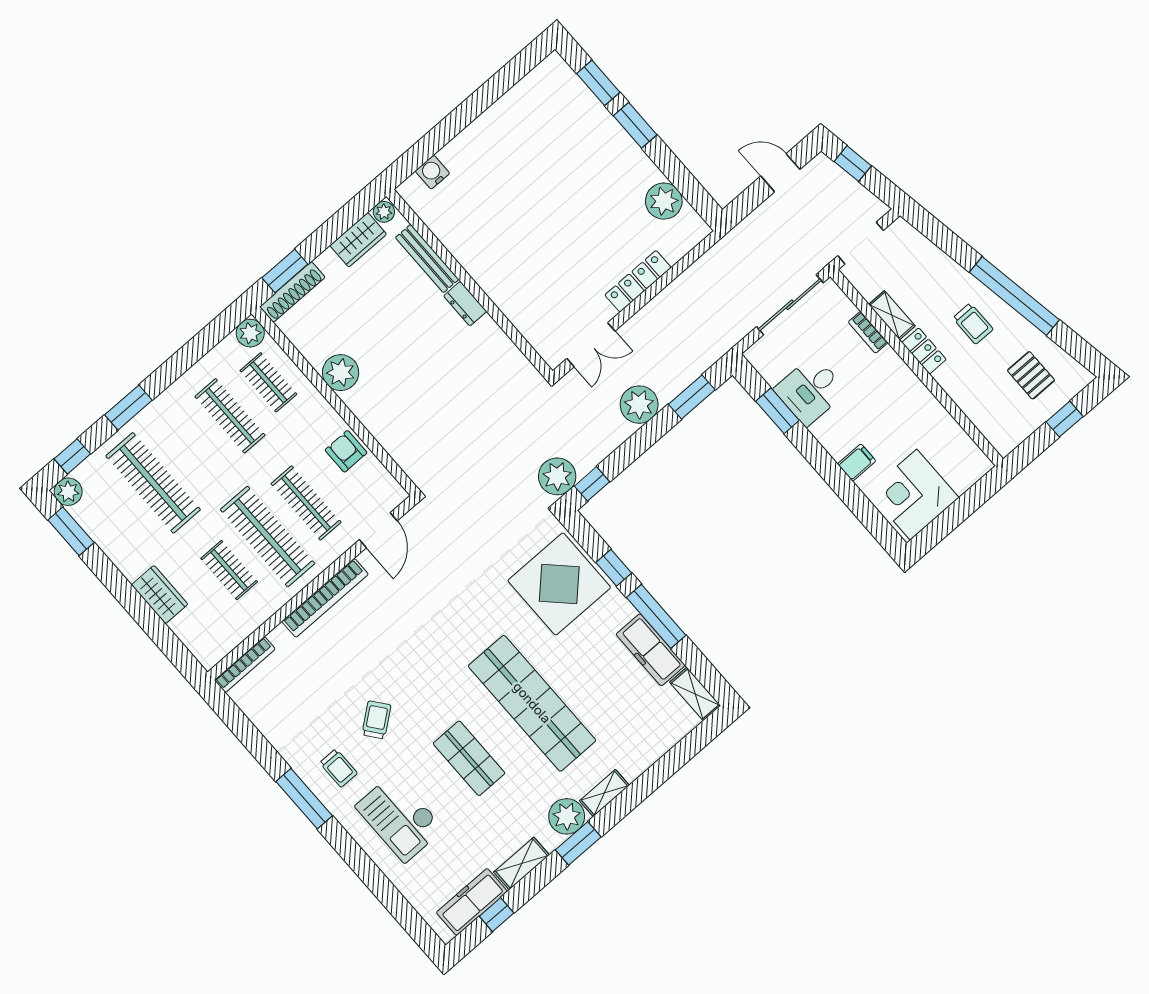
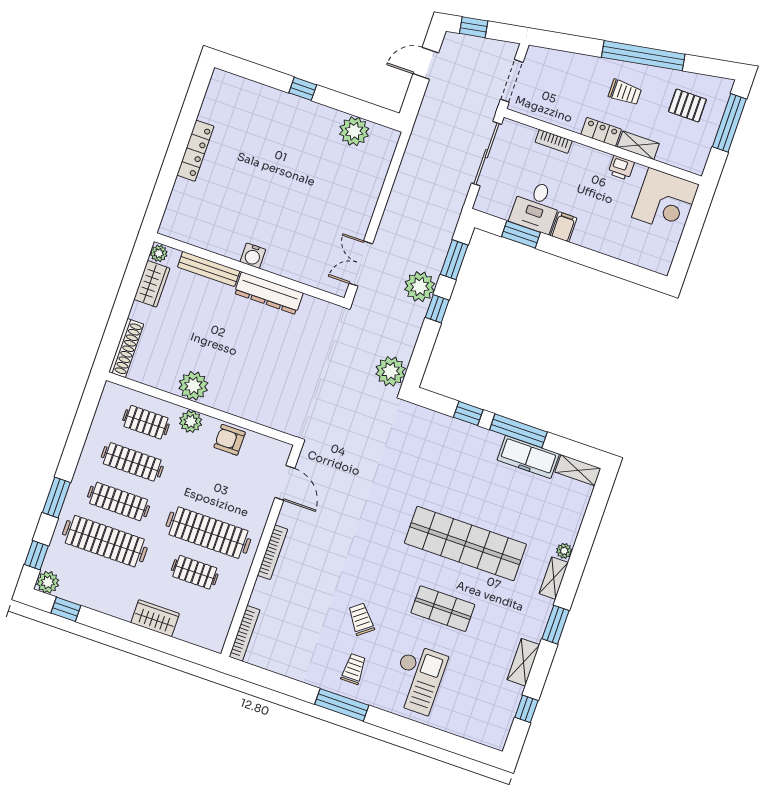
window: (598, 83) -> (259, 74), removed
window: (635, 125) -> (303, 89), width x0.67
water cooler: (432, 172) -> (253, 256), moved, turned -90
window: (285, 271) -> (112, 336), removed
locker: (638, 281) -> (195, 151), moved, turned 180
dresser: (465, 304) -> (269, 293), width x1.96, depth x1.24
shelving: (892, 315) -> (638, 145), moved
plant: (250, 333) -> (191, 421), moved
double door: (591, 345) -> (361, 264), swing flipped
printer: (923, 401) -> (621, 168), added
window: (1065, 419) -> (729, 123), width x2.17
filing cabinet: (857, 462) -> (564, 227), moved
window: (592, 484) -> (437, 309), moved
corner desk: (913, 495) -> (665, 201), moved, turned -90
clothes rail: (306, 503) -> (119, 502), moved
window: (71, 531) -> (66, 609), width x0.67
display table: (559, 584) -> (436, 447), removed
bookcase: (325, 598) -> (273, 552), width x0.68, depth x0.76
trolley: (338, 768) -> (354, 669), turned -90
plant: (567, 816) -> (564, 551), moved, width x0.53, depth x0.53
checkout: (400, 817) -> (418, 679), turned -90
freezer: (472, 902) -> (504, 710), removed

